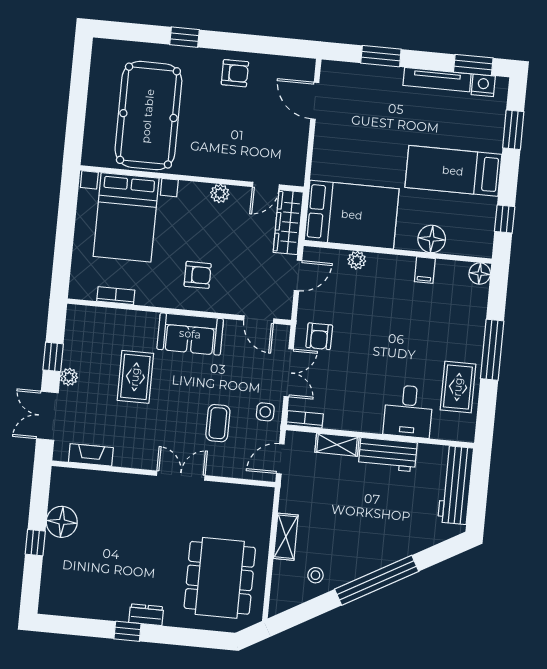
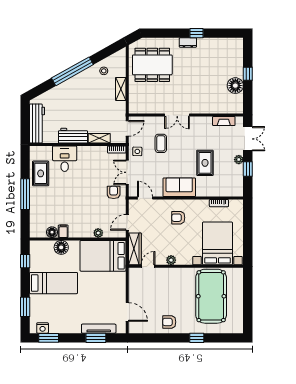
tv unit: (437, 80) -> (99, 329), moved
floor lamp: (480, 274) -> (52, 232), moved
dining table: (220, 578) -> (152, 65), turned 90

